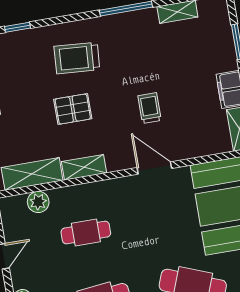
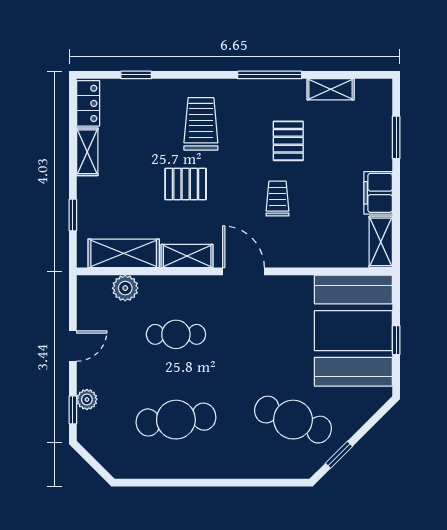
trolley: (77, 58) -> (201, 124), turned 86
pallet: (150, 60) -> (288, 141), added
door: (154, 168) -> (243, 271), moved

